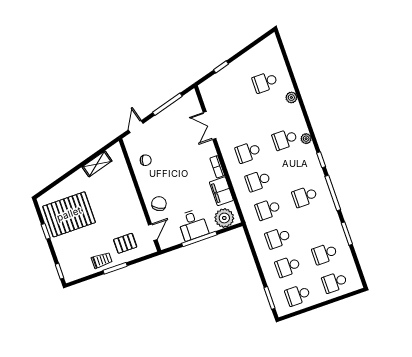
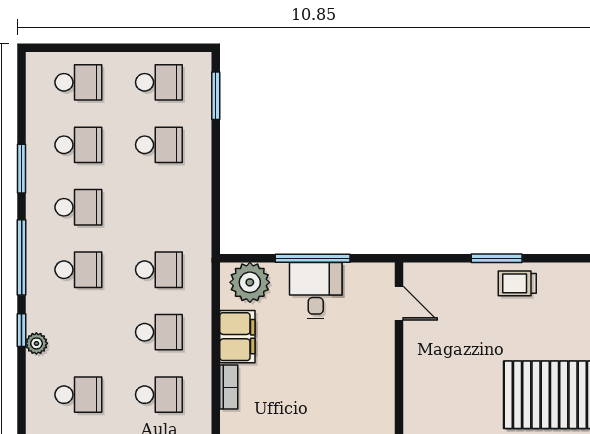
plant: (306, 139) -> (36, 343), moved
chair: (159, 204) -> (367, 355), removed
door: (153, 232) -> (399, 303), swing flipped
school desk: (278, 238) -> (78, 207), moved
pallet: (125, 243) -> (460, 300), removed

